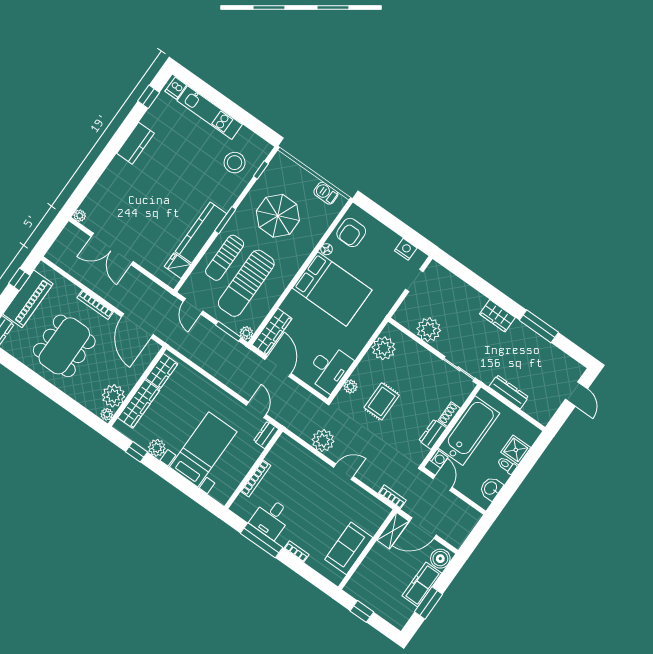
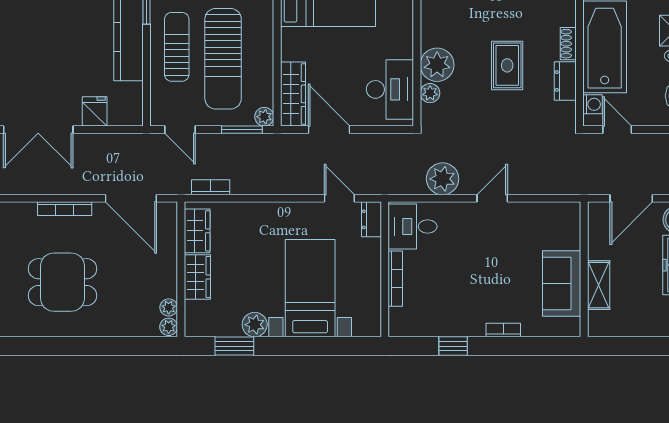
sun lounger: (225, 258) -> (177, 47), turned 180
fridge: (178, 266) -> (95, 111), moved, turned 90
dining table: (64, 346) -> (63, 282), width x0.73
plant: (384, 348) -> (437, 65), moved
plant: (113, 396) -> (169, 307), width x0.53, depth x0.53
rug: (382, 401) -> (507, 65), moved
wardrobe: (139, 404) -> (197, 277), width x0.67
window: (137, 452) -> (234, 346), width x1.50
bookcase: (392, 497) -> (211, 187), moved
desk: (271, 518) -> (413, 226), moved, turned 90
shelving: (393, 531) -> (599, 285), moved
window: (261, 540) -> (453, 346), width x0.46
window: (362, 611) -> (629, 346), removed

